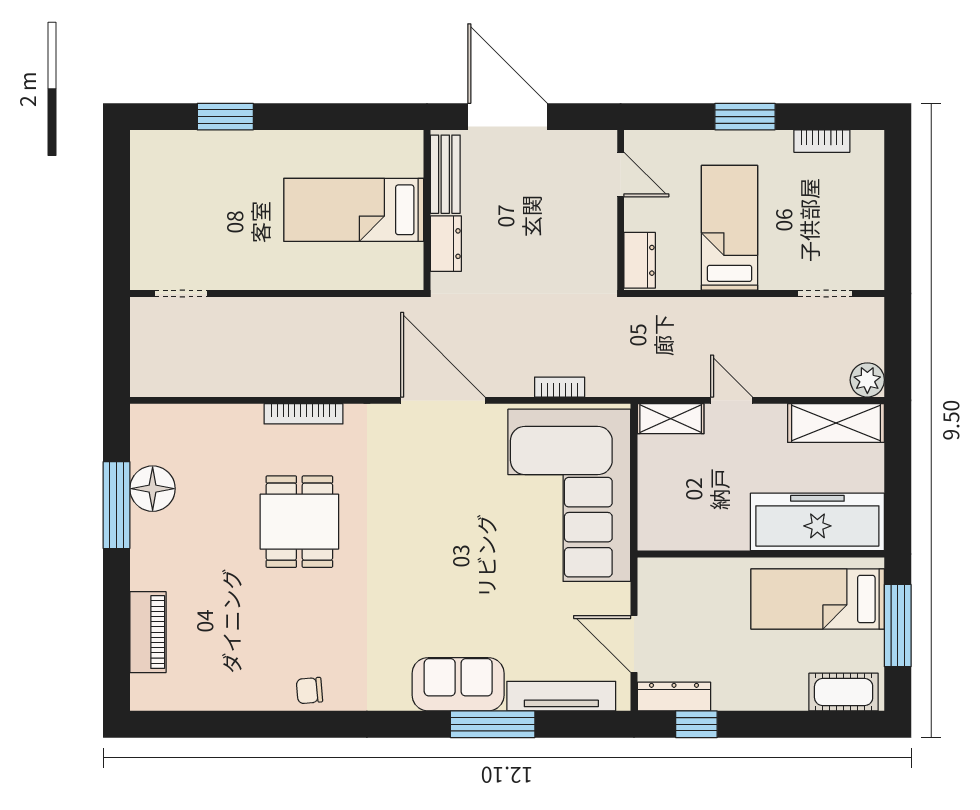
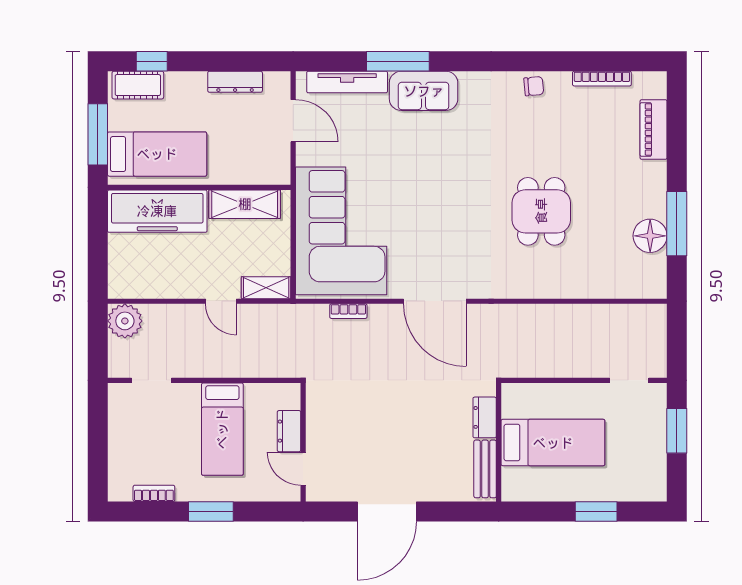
door: (508, 117) -> (387, 512), hinge flipped
bench: (445, 174) -> (485, 469), moved
bed: (354, 210) -> (553, 443), moved
wall: (427, 210) -> (499, 442), moved
window: (117, 226) -> (677, 431), added
dresser: (446, 244) -> (485, 417), moved
dresser: (640, 260) -> (289, 431), moved
plant: (867, 380) -> (125, 321), width x1.36, depth x1.36
bookcase: (304, 414) -> (602, 79), moved, turned 180
shelving: (836, 423) -> (245, 204), moved
dresser: (674, 697) -> (235, 82), moved
window: (696, 724) -> (152, 61), moved

